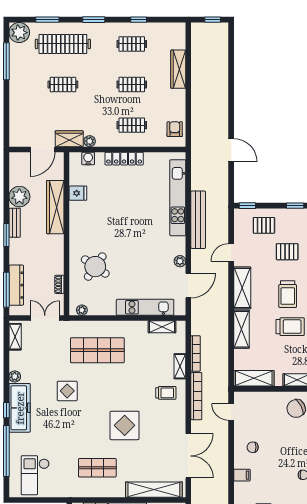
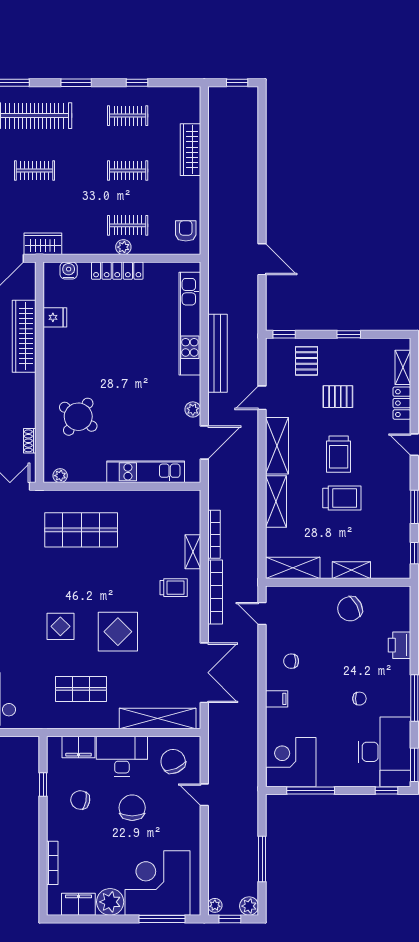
plant: (90, 141) -> (123, 247), moved
pallet: (264, 225) -> (306, 361), turned 90
shelving: (162, 327) -> (169, 498), removed
display table: (67, 391) -> (60, 626), moved

